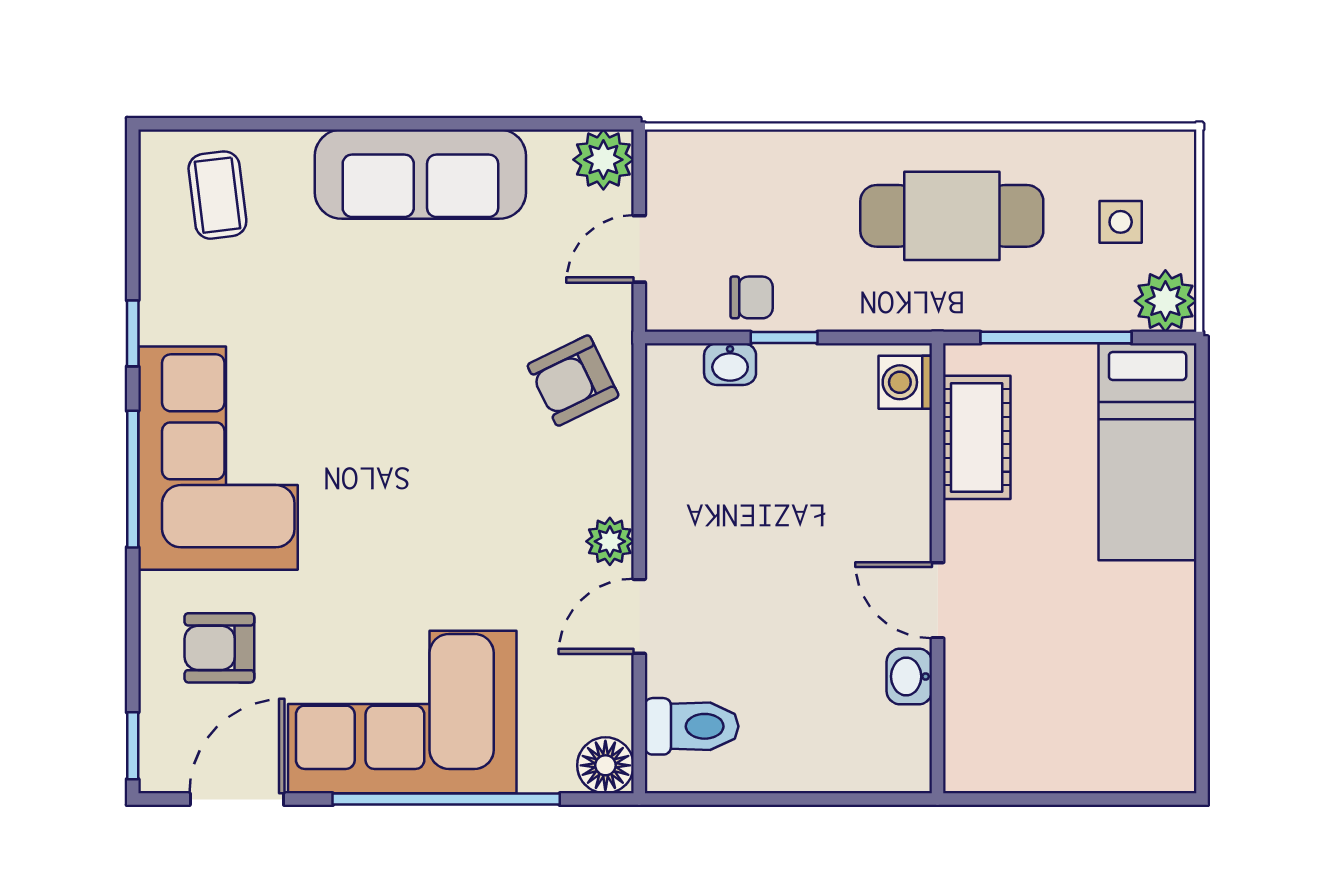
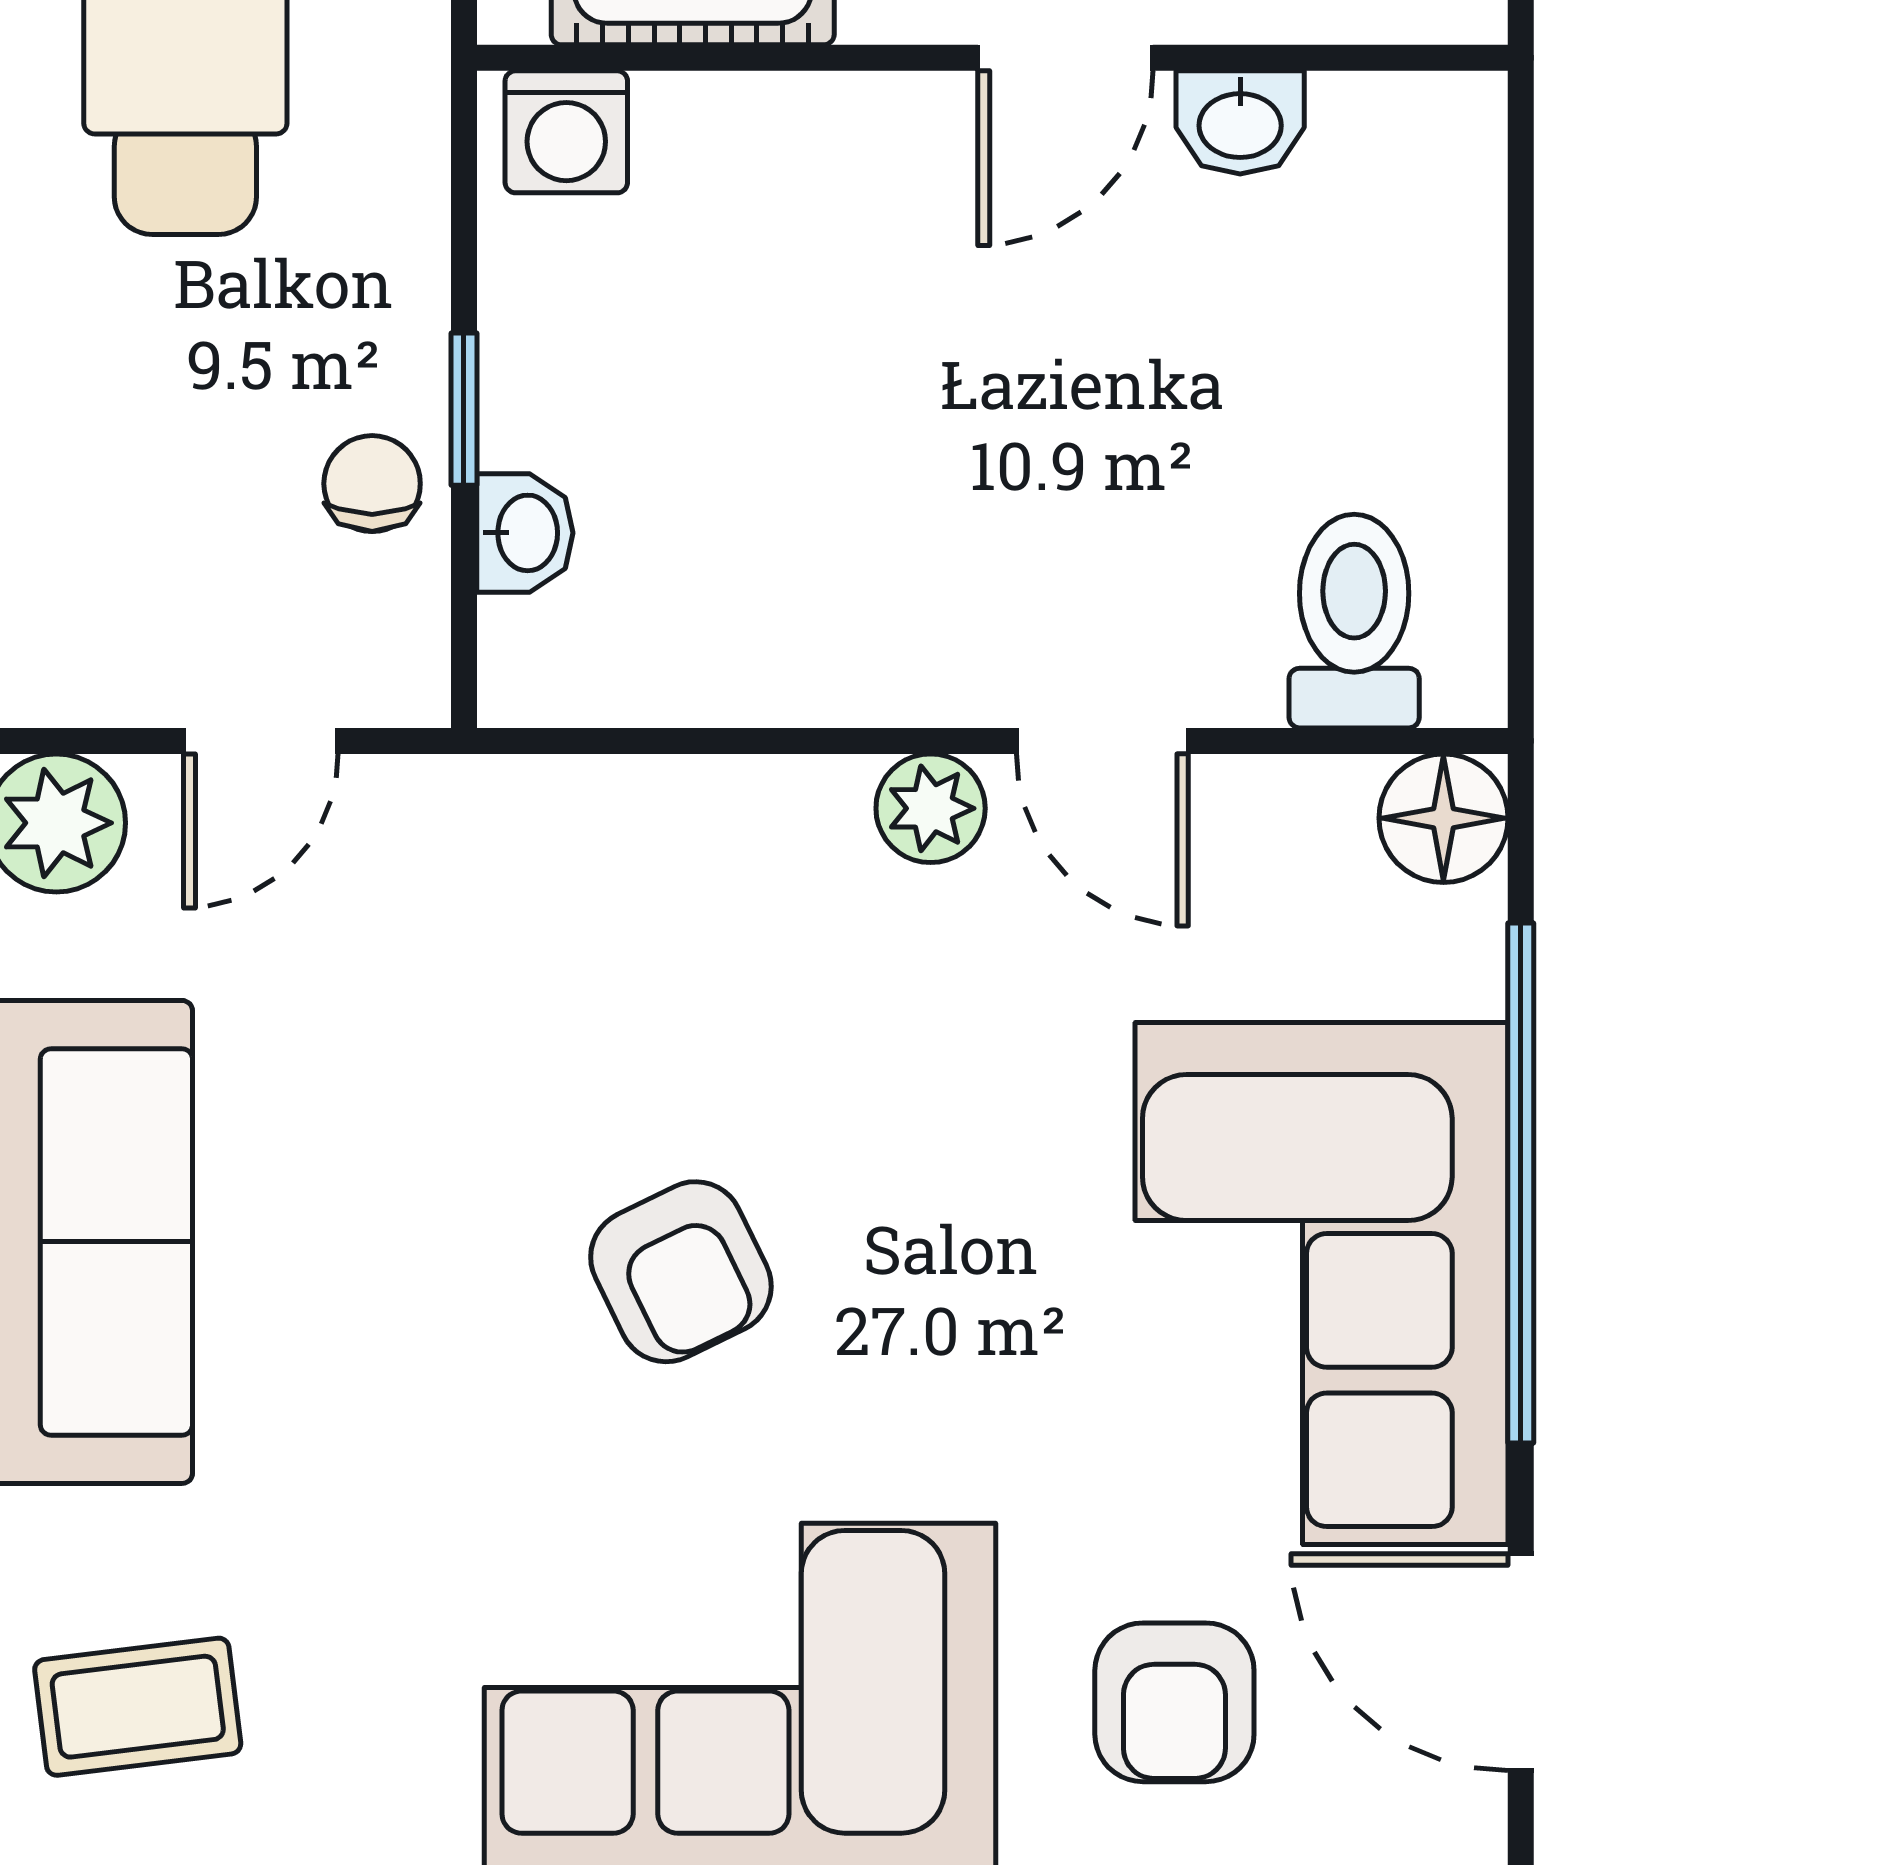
door: (639, 249) -> (261, 741), hinge flipped
armchair: (573, 381) -> (681, 1272), moved

